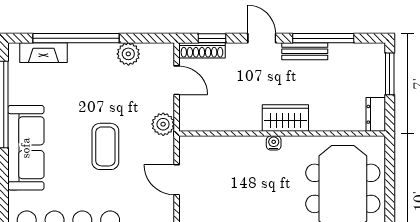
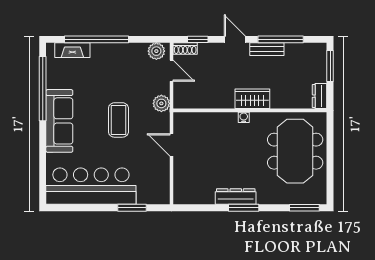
shoe rack: (202, 50) -> (185, 48), width x0.70
plant: (128, 54) -> (156, 51), moved

